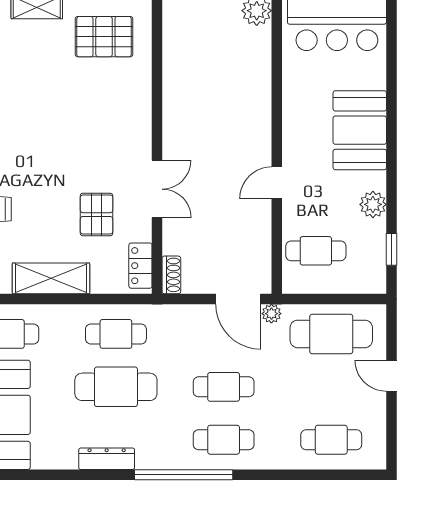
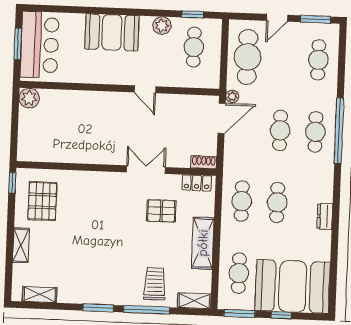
cafe table: (316, 251) -> (194, 47), moved
cafe table: (116, 387) -> (277, 202), width x0.73, depth x0.74
window: (391, 433) -> (315, 19), added
dresser: (107, 459) -> (325, 216), width x0.70
window: (184, 475) -> (339, 131), moved

